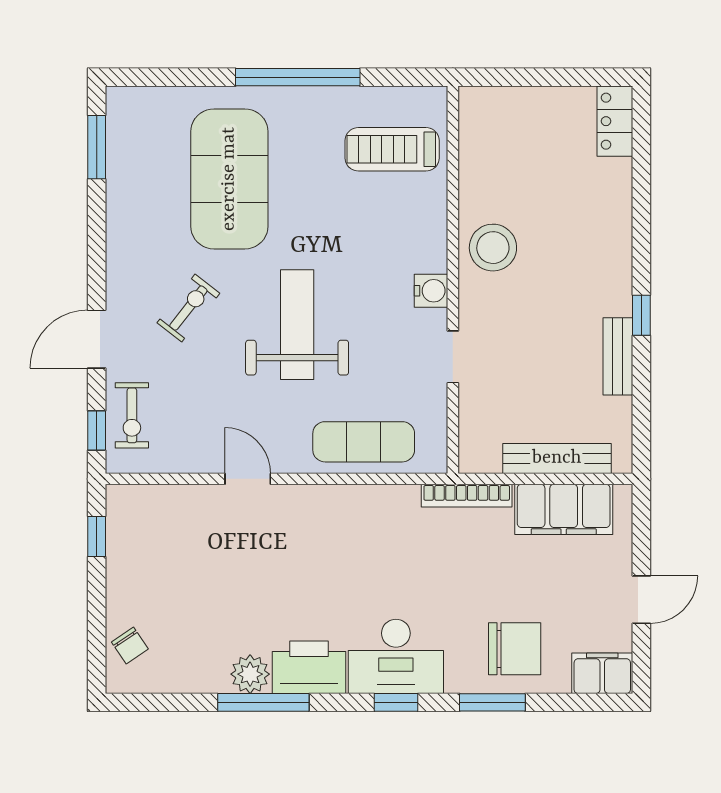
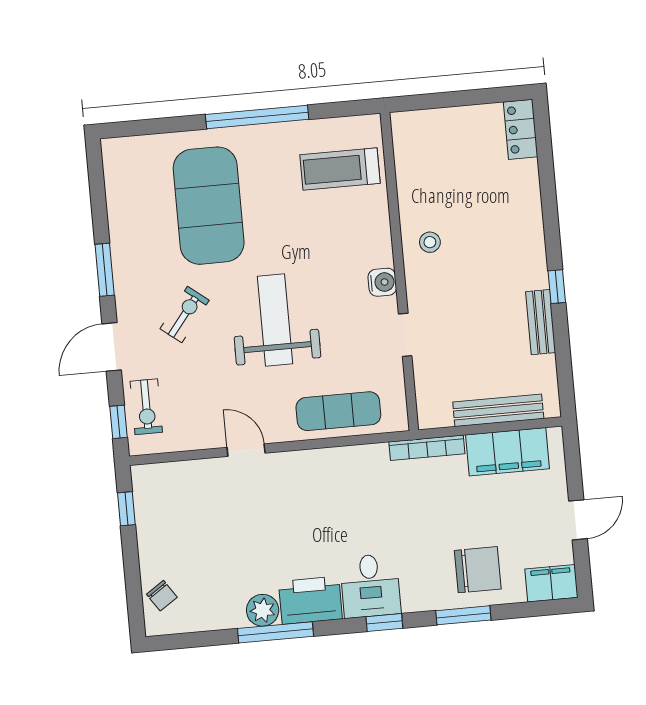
window: (97, 147) -> (105, 270), moved
stool: (493, 248) -> (430, 242), width x0.53, depth x0.53
desk: (396, 656) -> (370, 586), width x0.73

